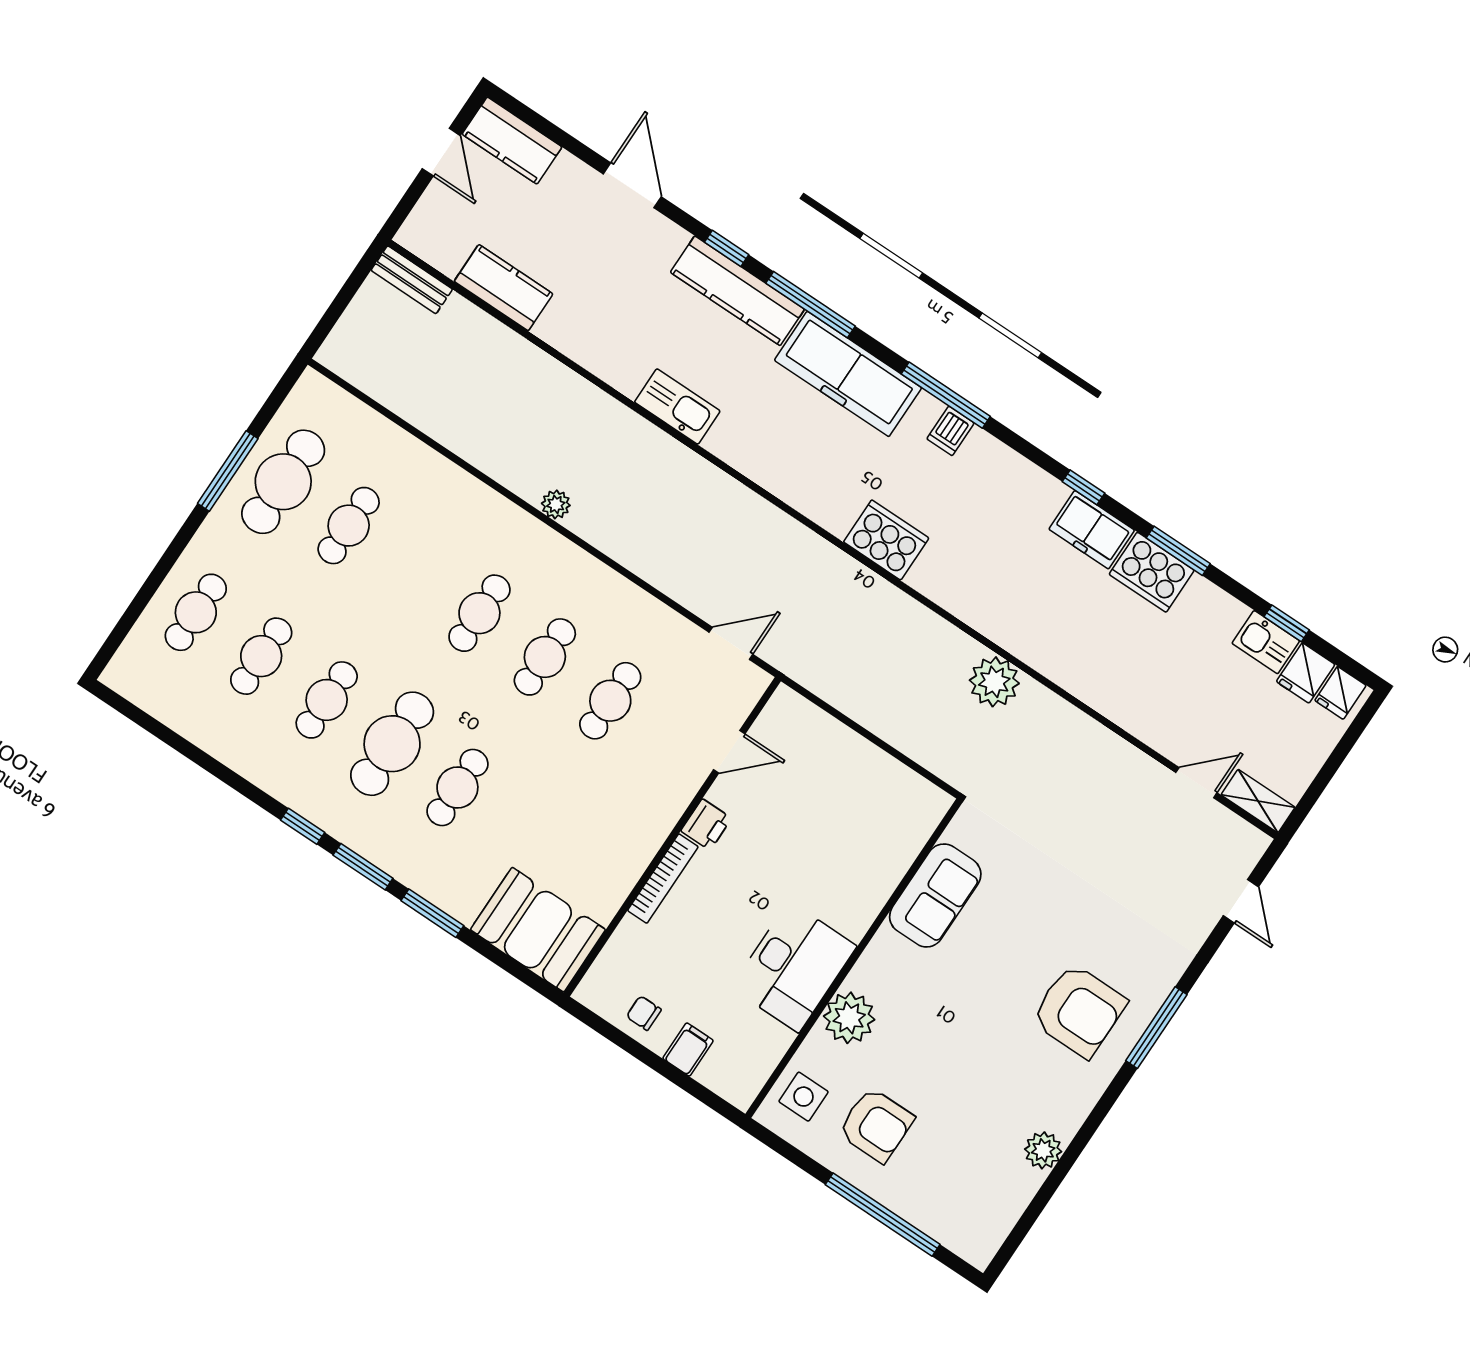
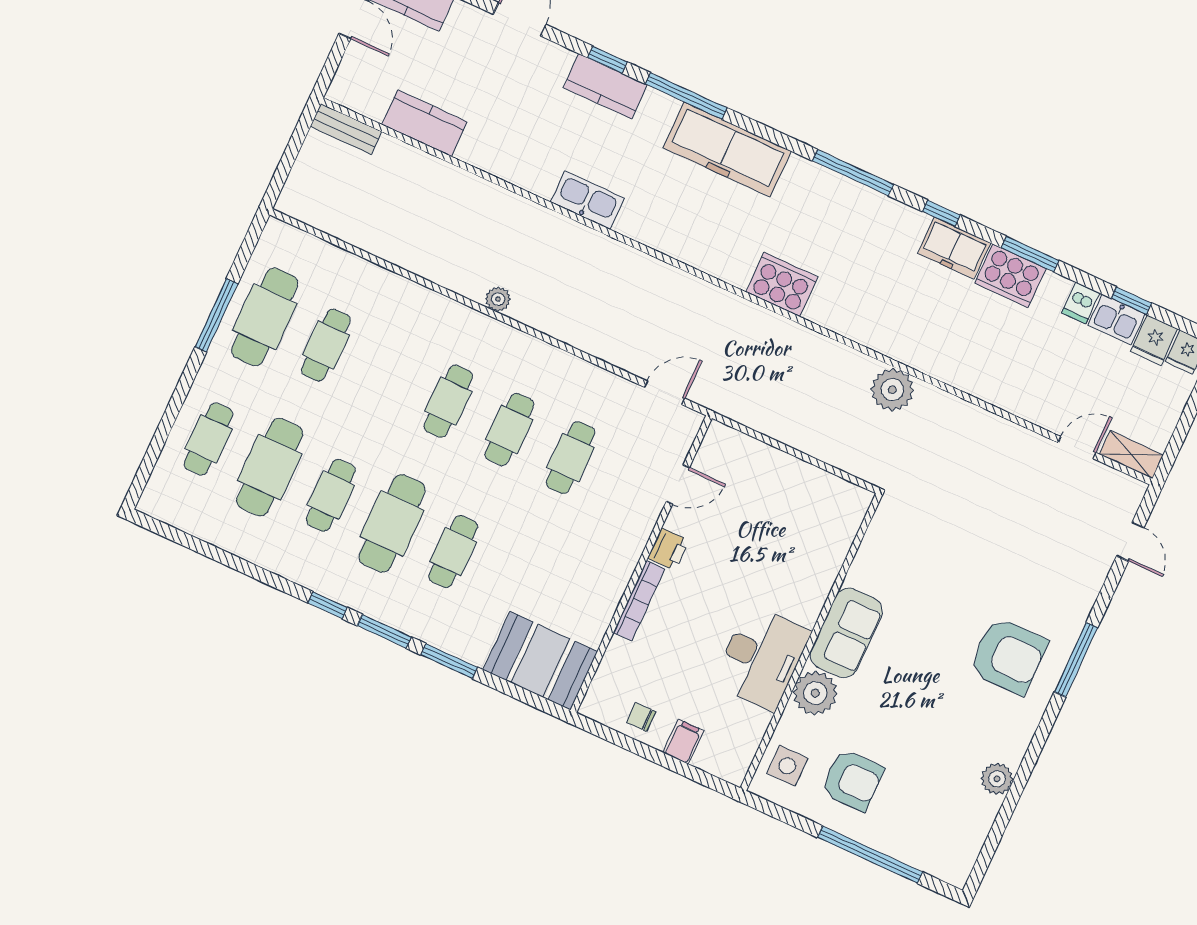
kitchen counter: (737, 291) -> (605, 86), width x0.67
window: (946, 395) -> (853, 173), moved
dishwasher: (950, 431) -> (1081, 303), moved
cafe table: (261, 656) -> (270, 467), width x1.37, depth x1.35
sofa: (935, 895) -> (846, 633), moved

